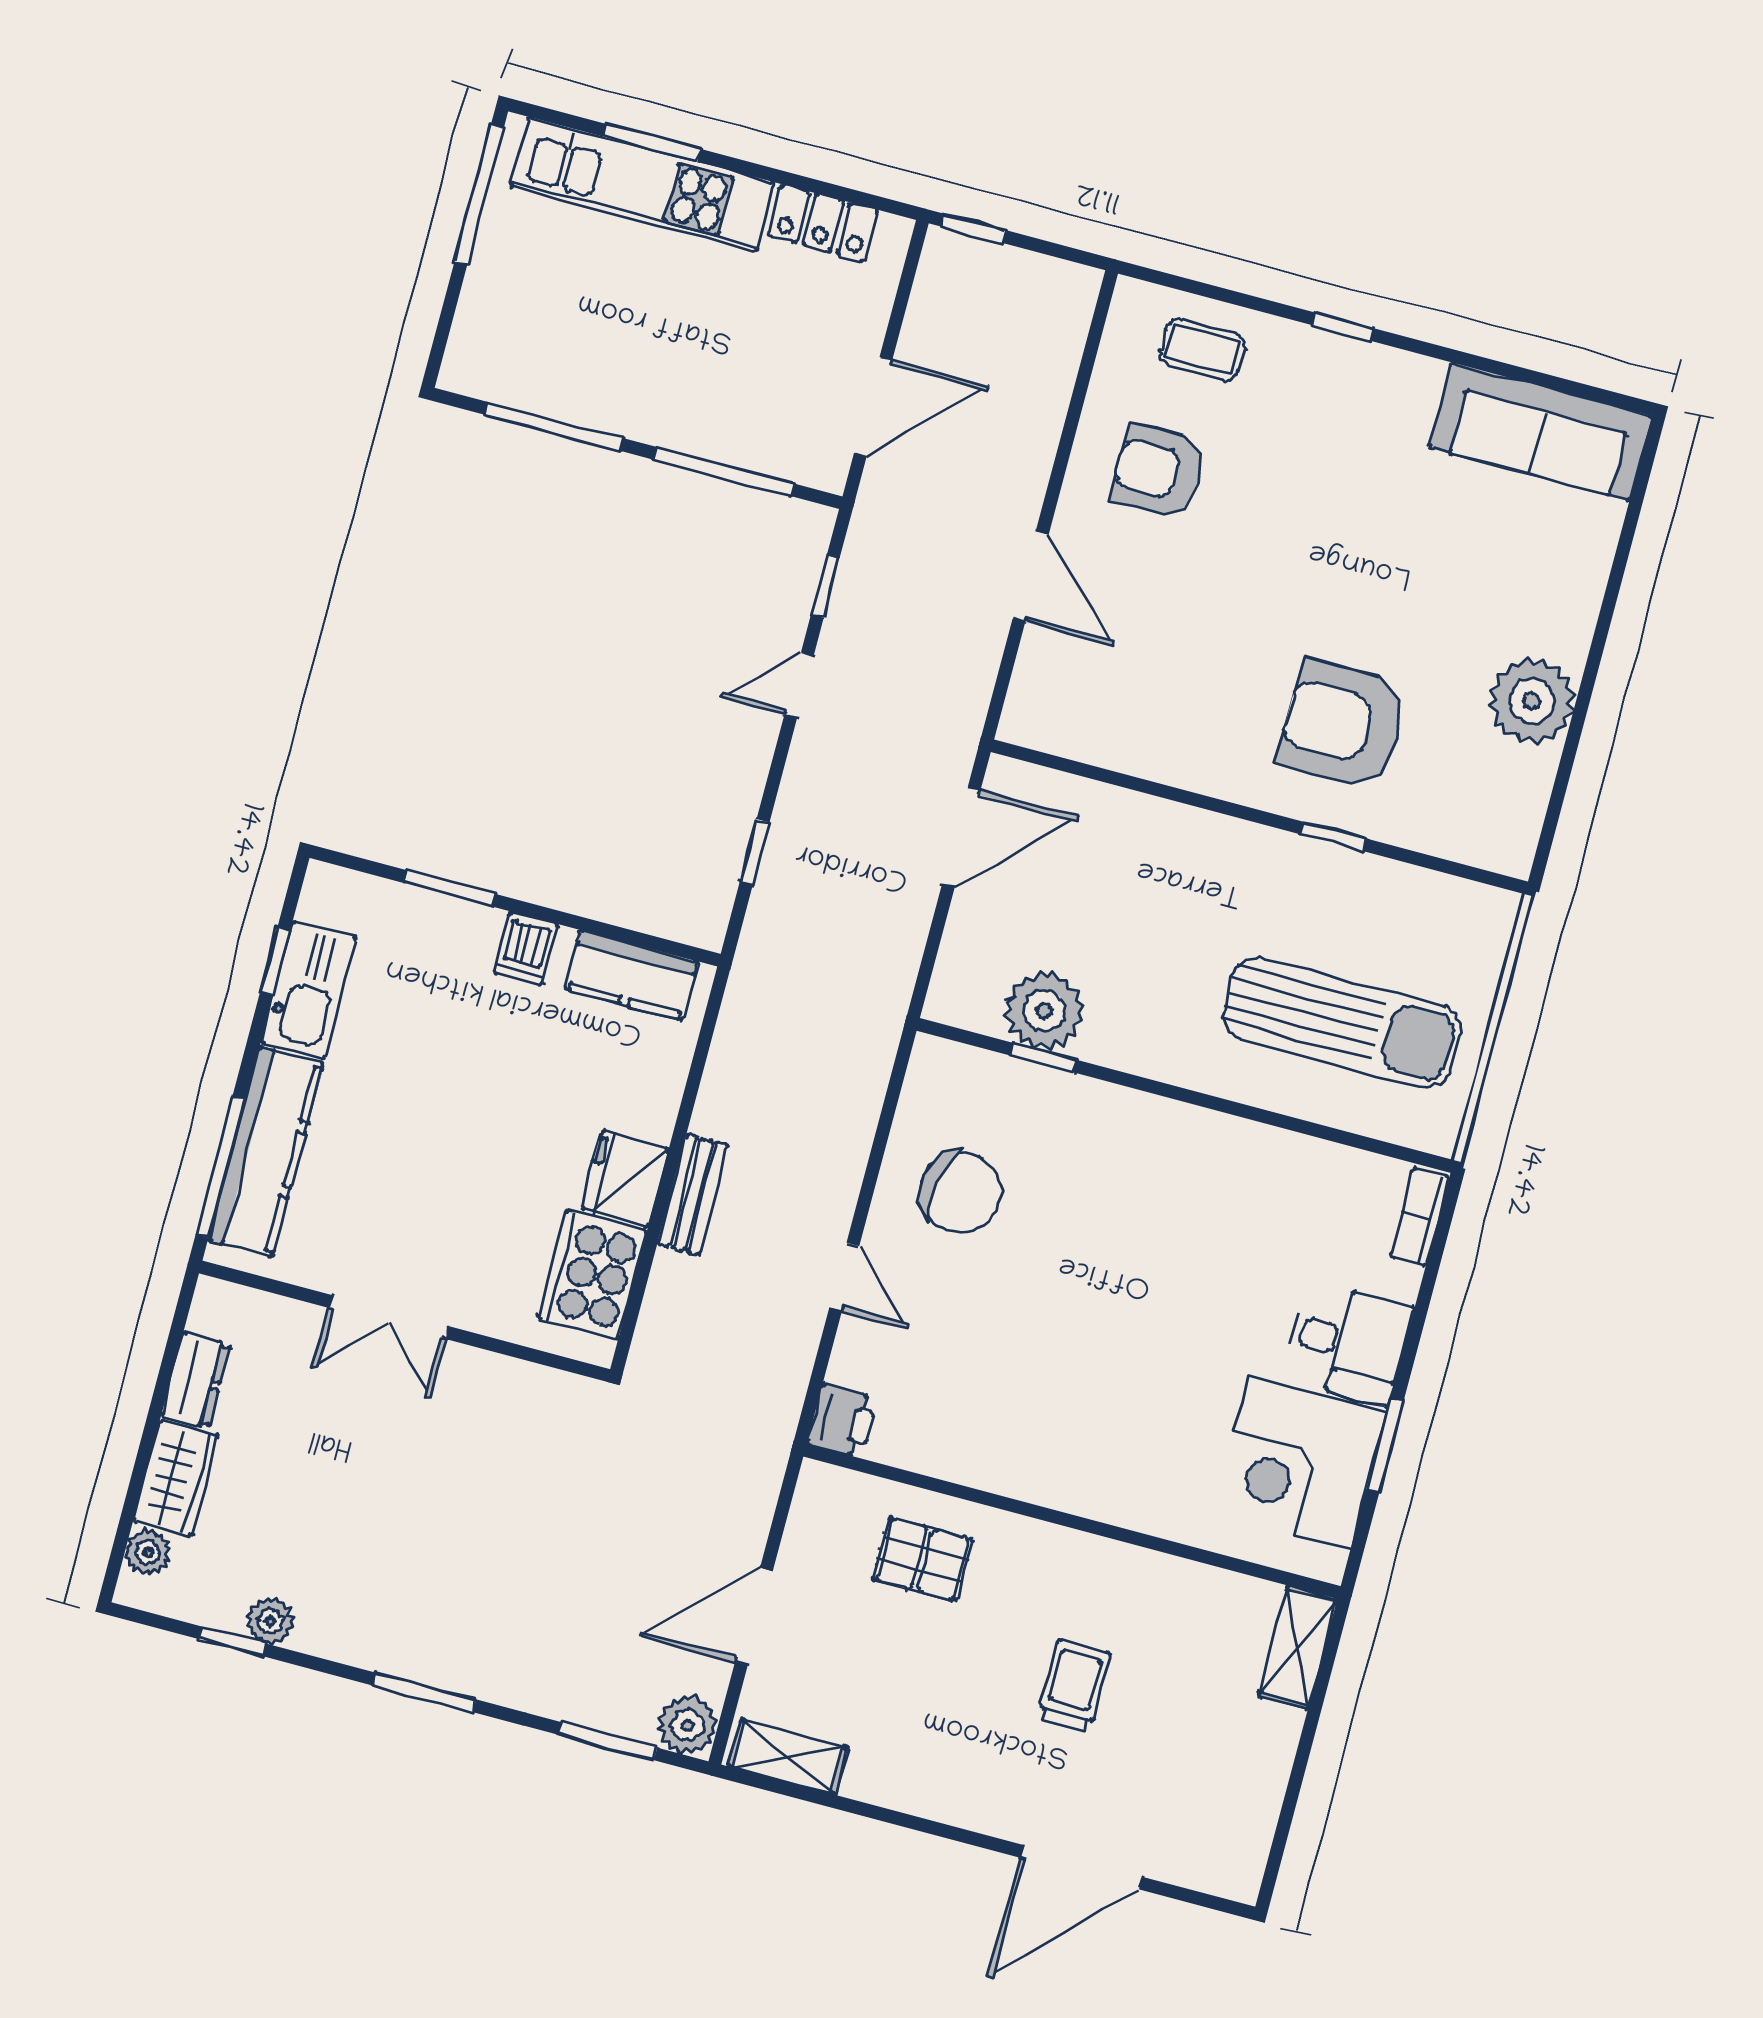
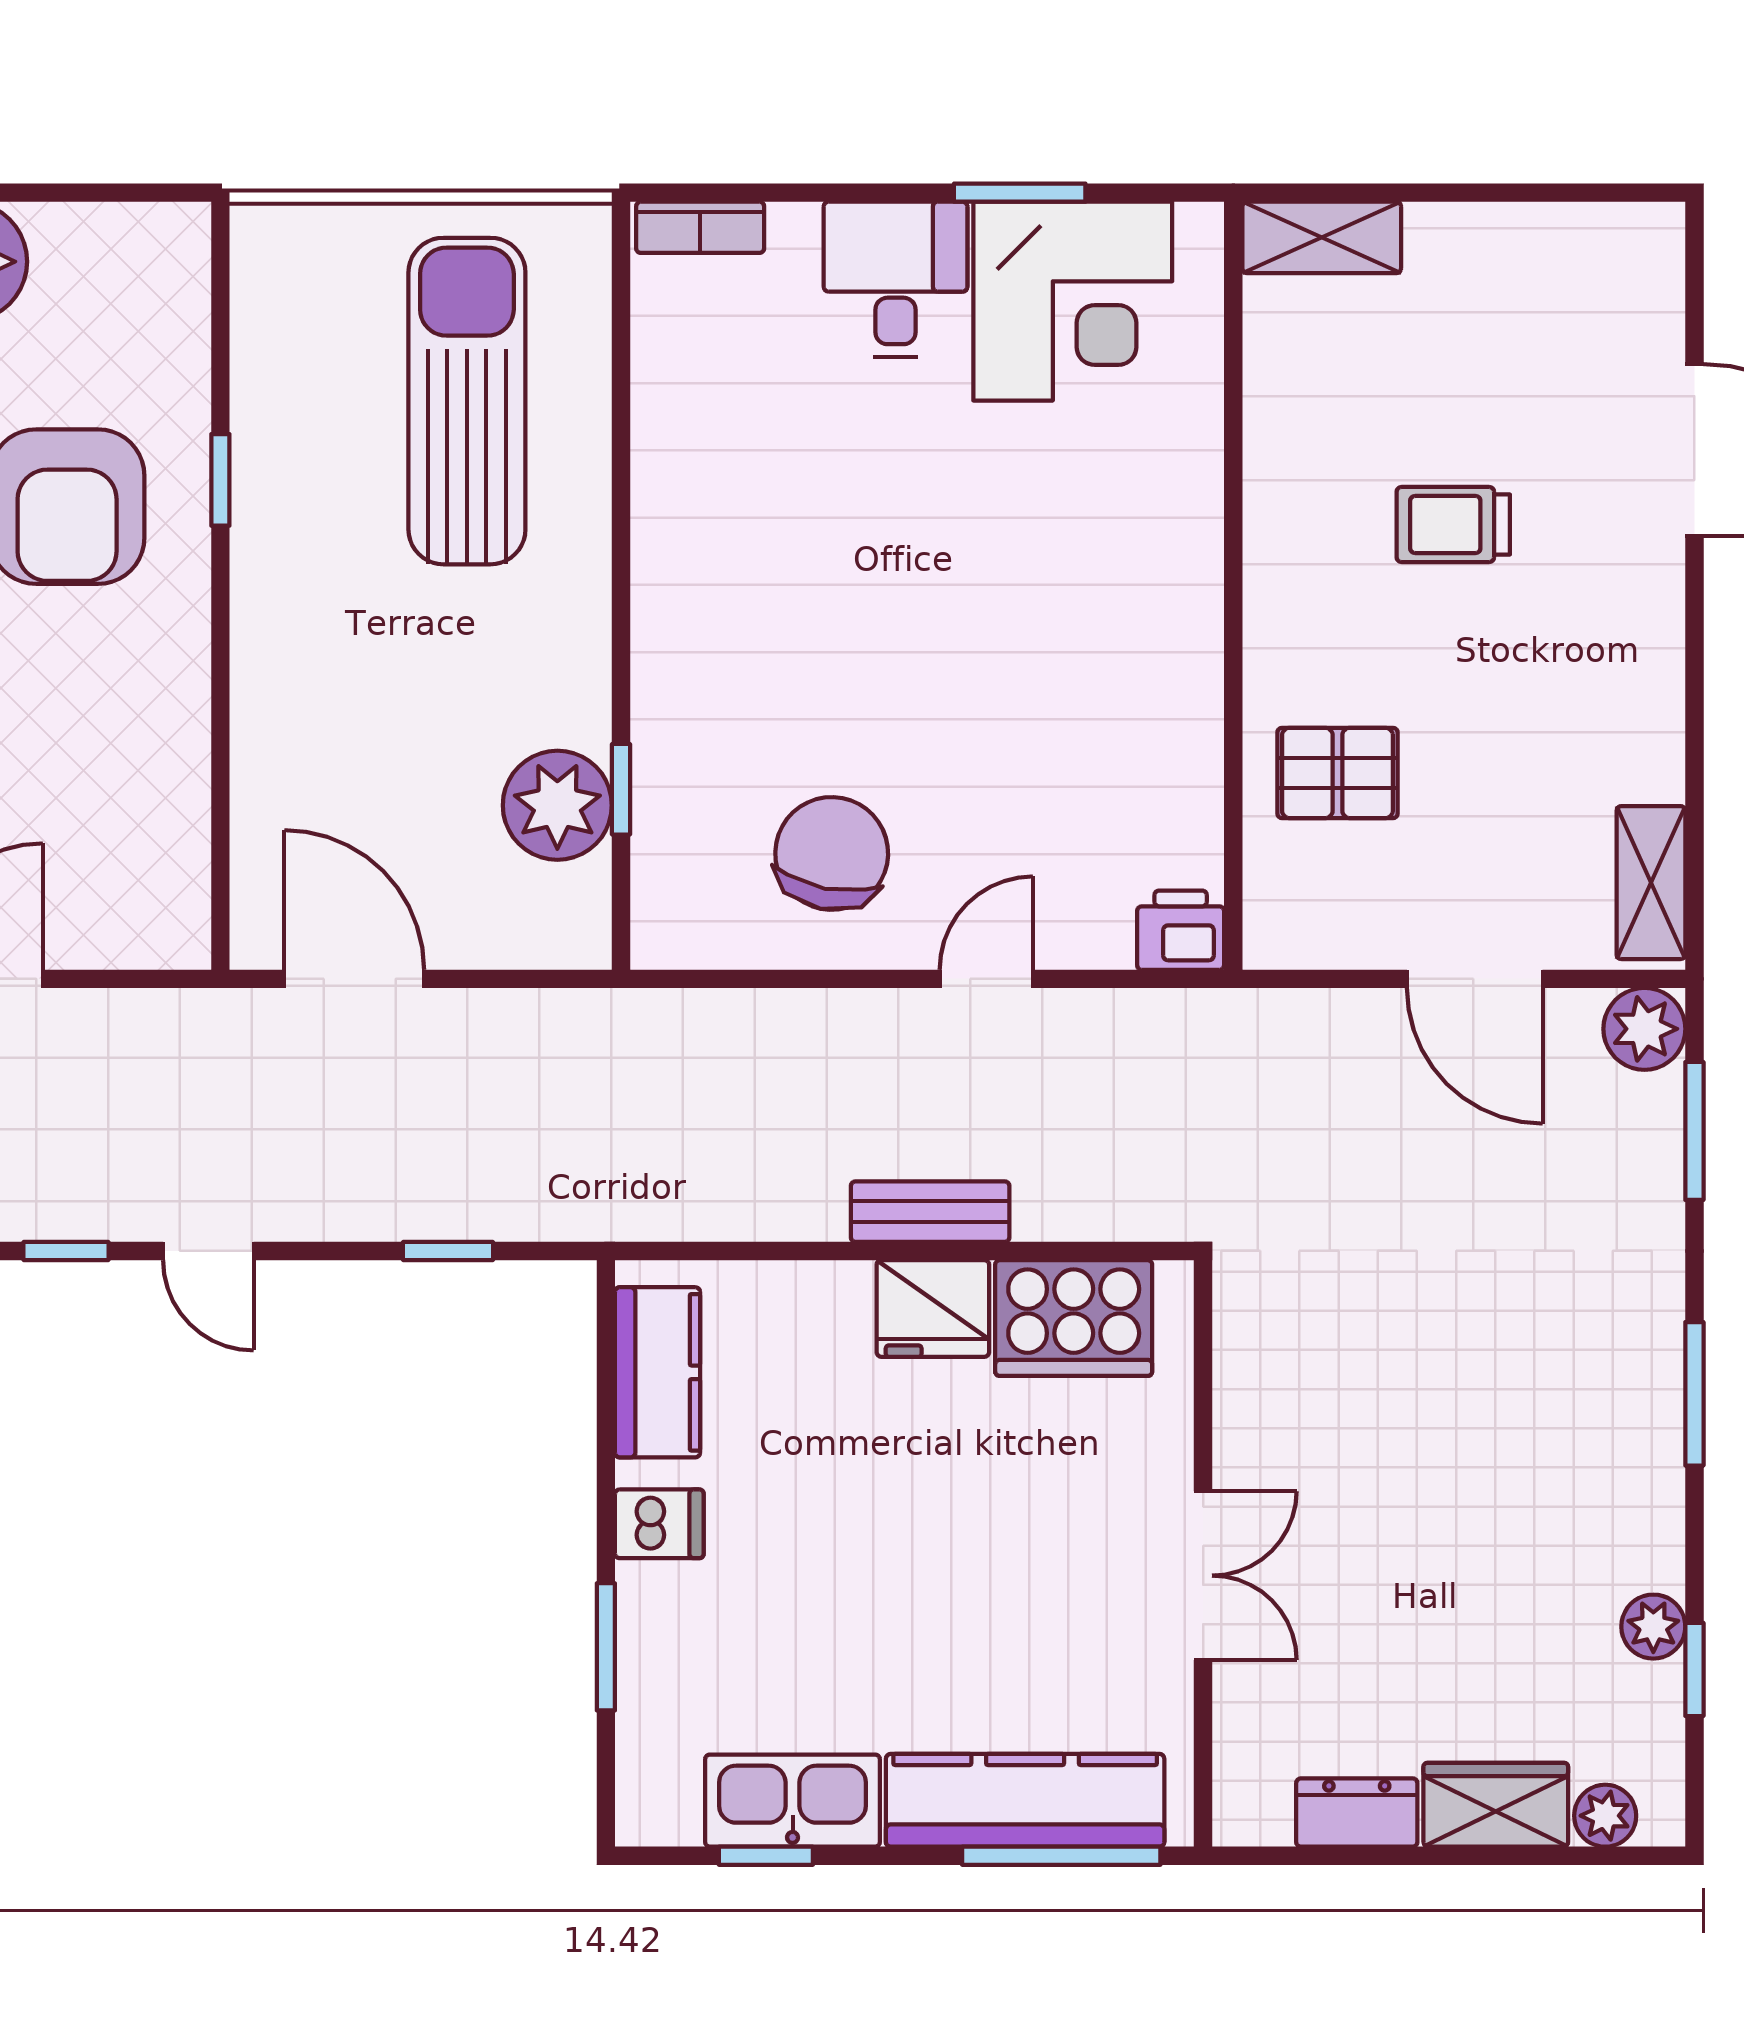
pallet: (922, 1559) -> (1337, 773), turned 90

